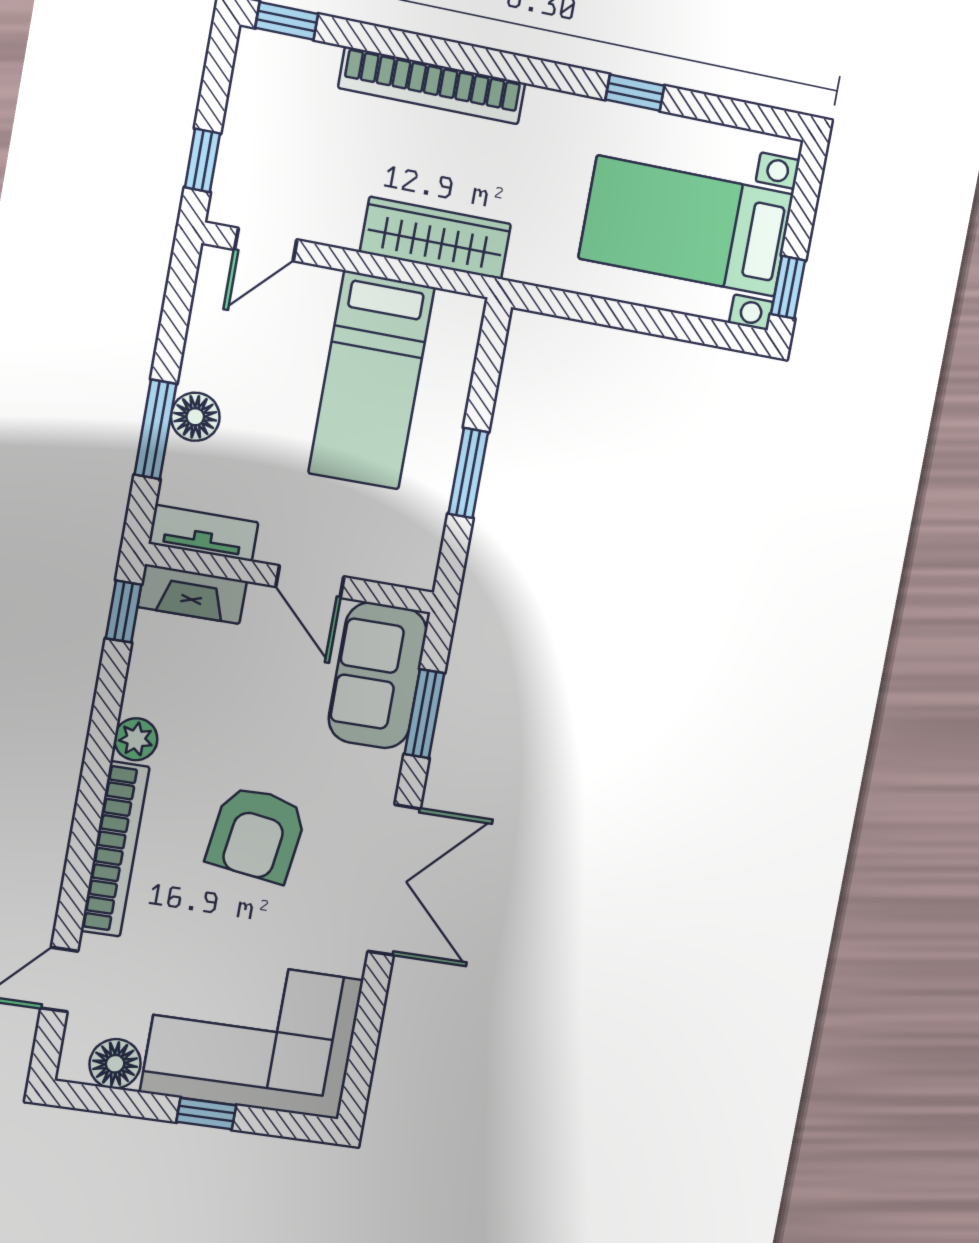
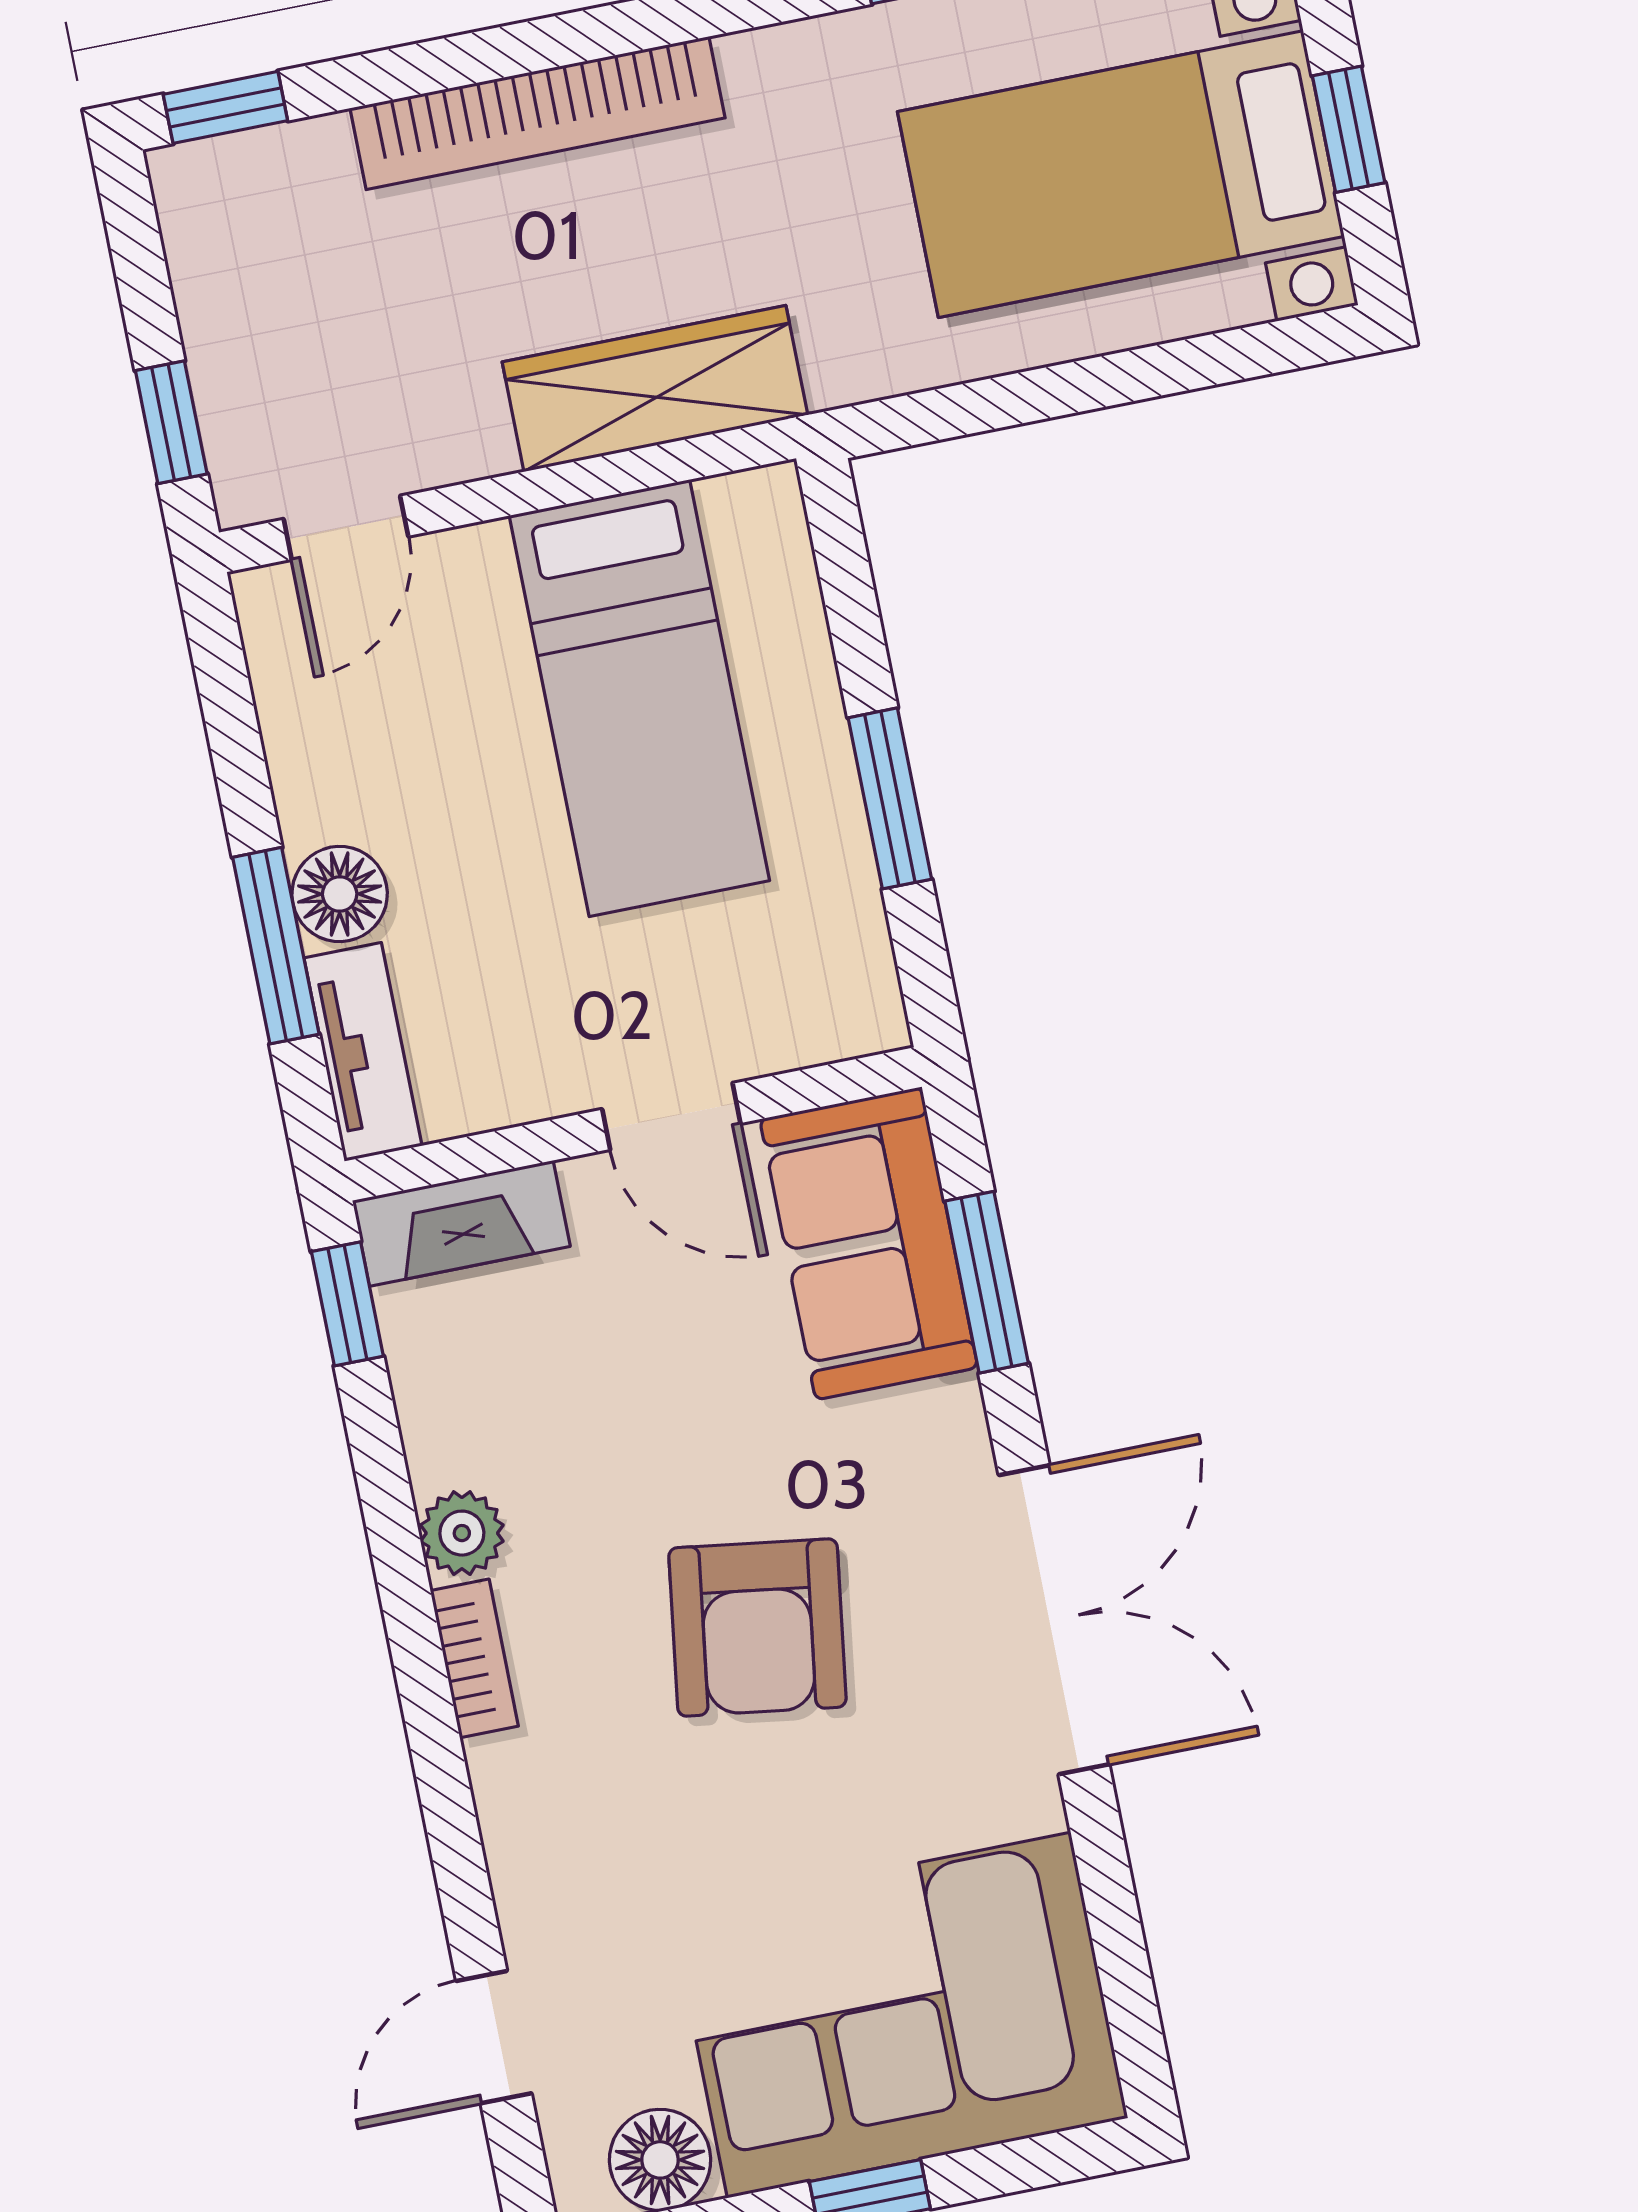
window: (788, 287) -> (1349, 129), moved
tv unit: (204, 533) -> (363, 1052), moved, turned 90
bookcase: (115, 849) -> (474, 1658), width x0.43, depth x0.76

